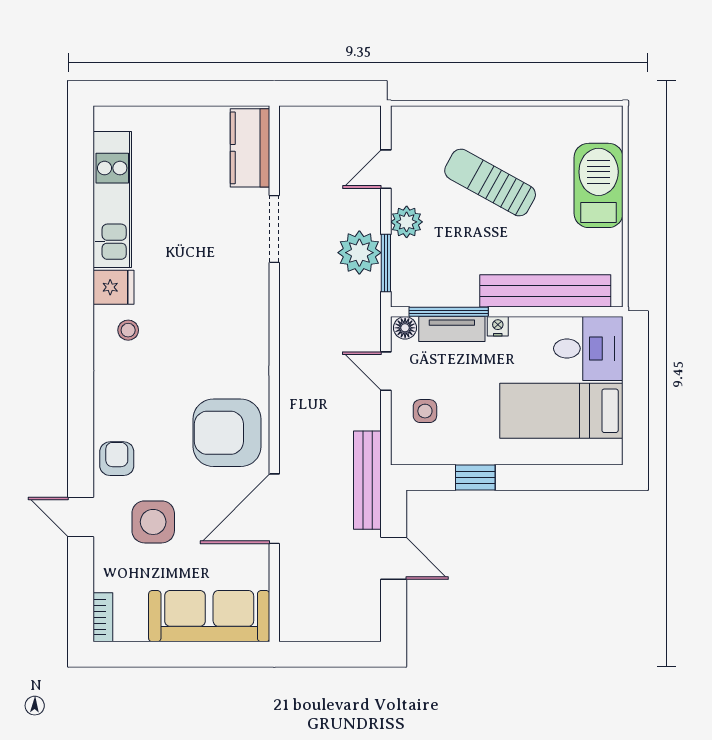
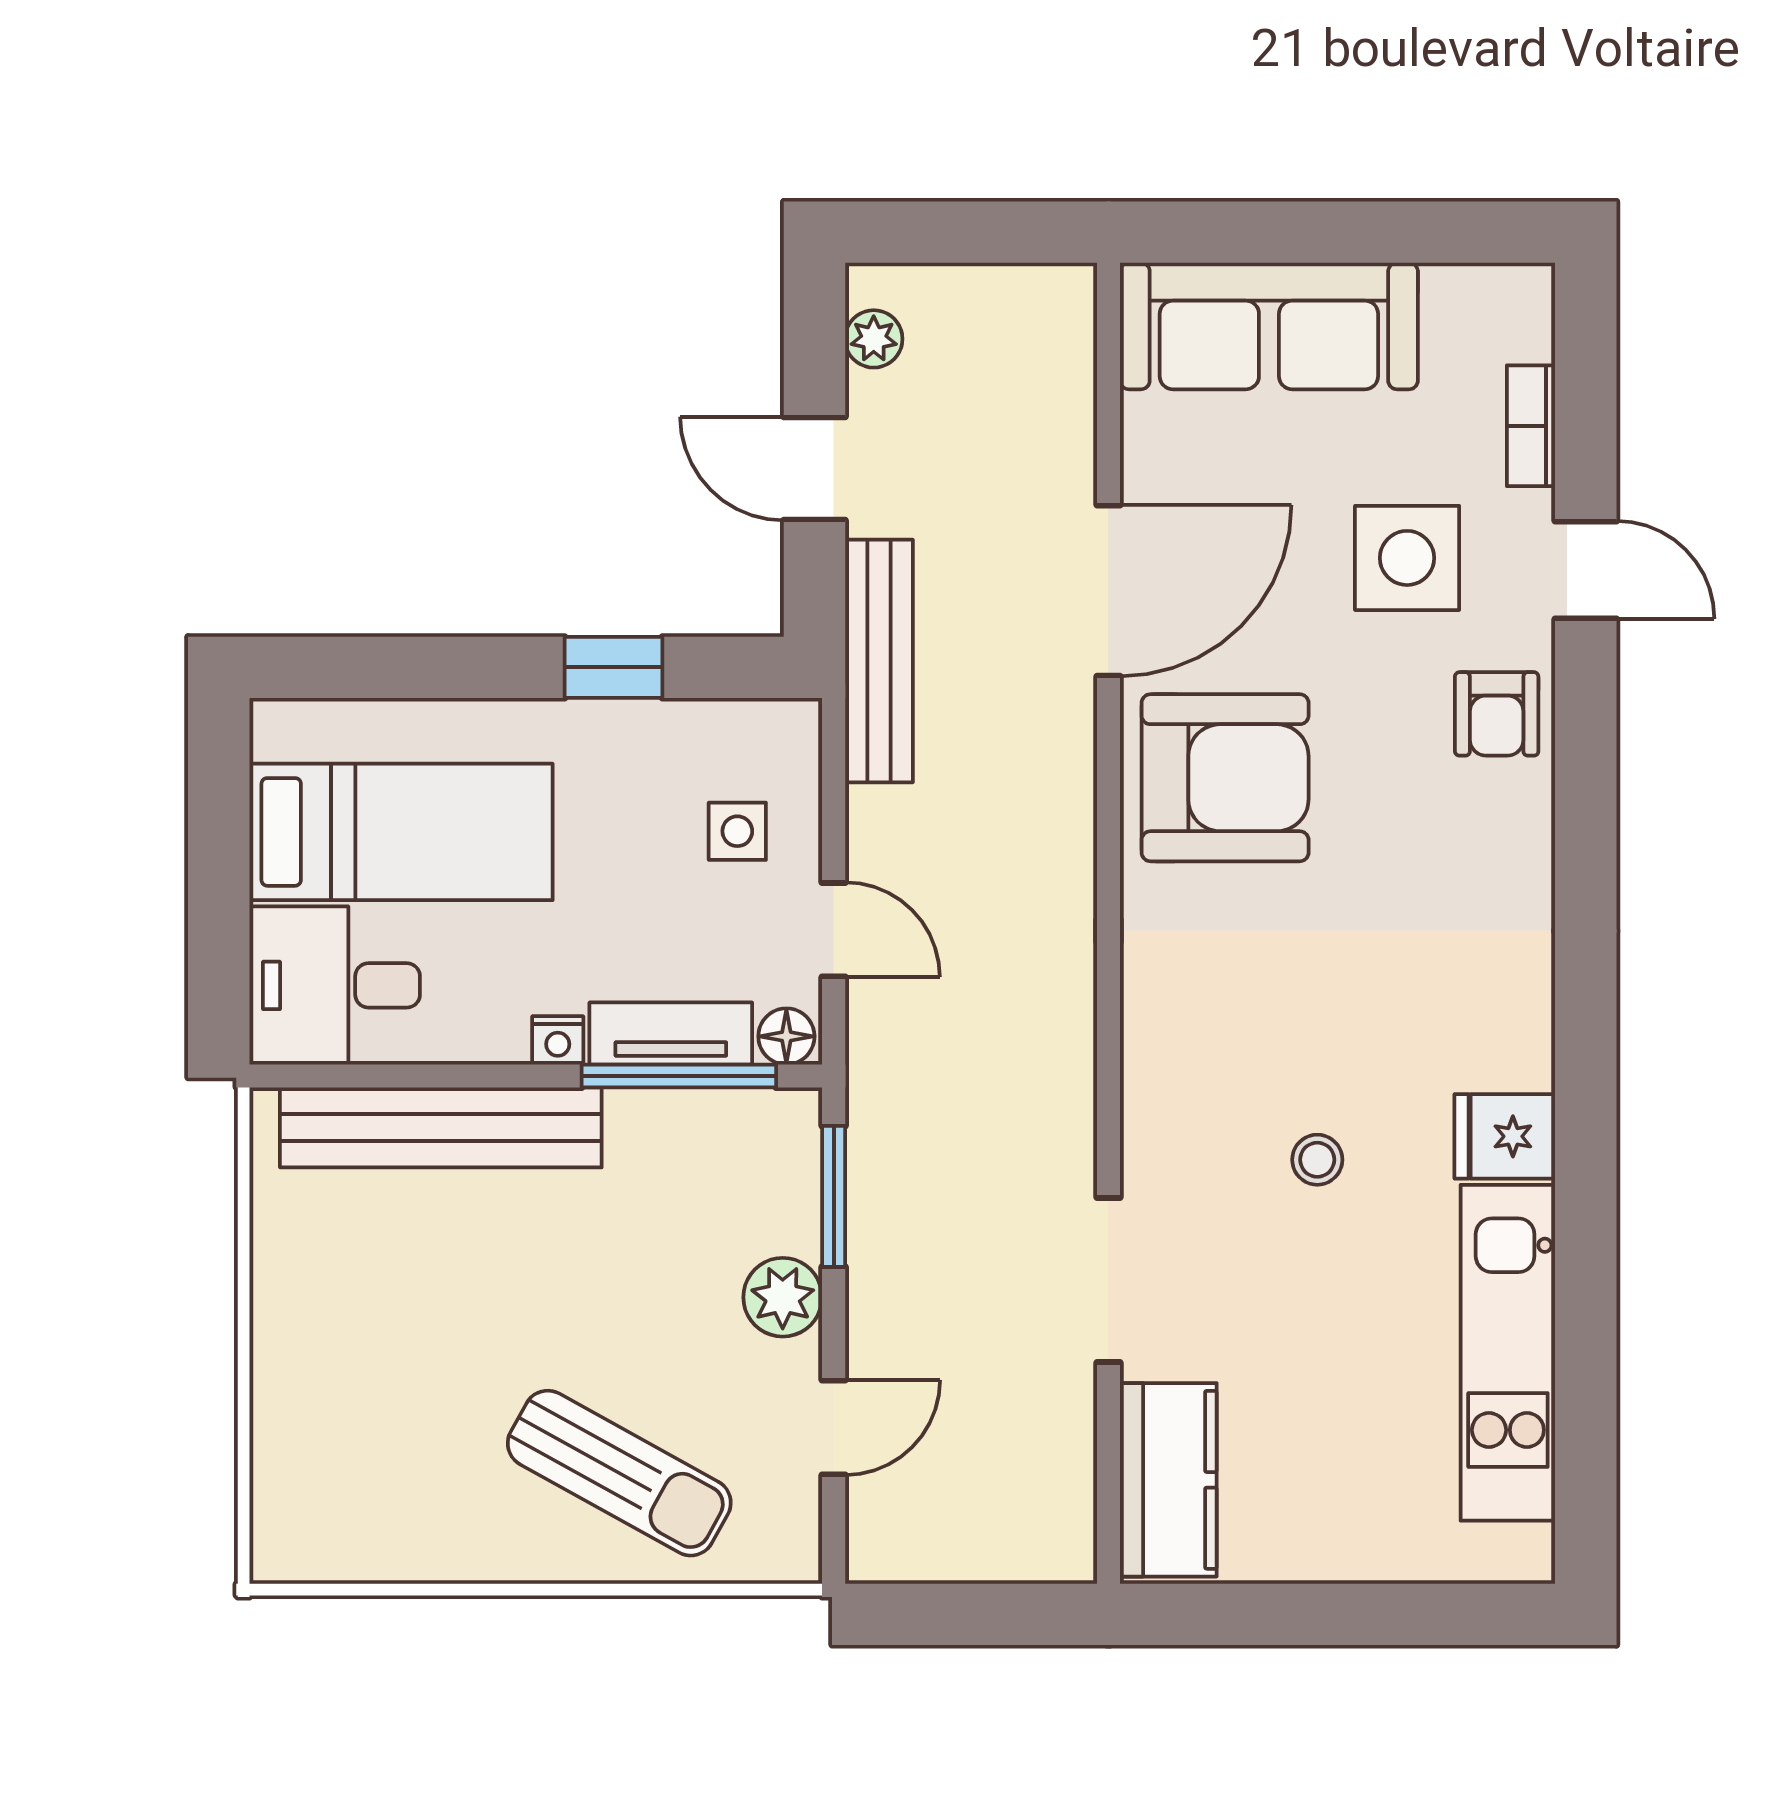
sun lounger: (490, 182) -> (619, 1473), moved
barbecue: (599, 185) -> (309, 1387), removed
plant: (359, 253) -> (874, 339), moved, width x0.53, depth x0.53
stool: (128, 330) -> (1317, 1160), moved
bookcase: (103, 617) -> (1531, 426), moved

